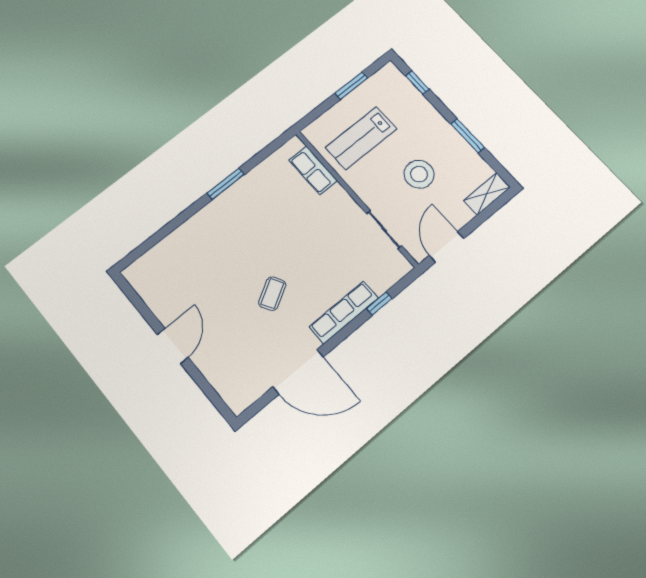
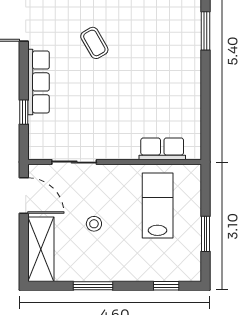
stool: (419, 174) -> (94, 224), width x0.53, depth x0.53
window: (226, 184) -> (205, 31), moved
shelving: (487, 194) -> (41, 249), width x1.50, depth x1.33

